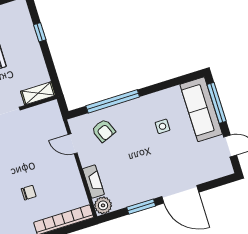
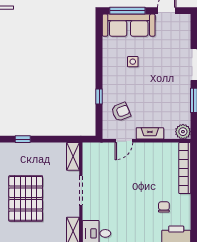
window: (113, 101) -> (99, 97), width x0.32
fireplace: (93, 182) -> (150, 133), moved
chair: (29, 193) -> (164, 207), moved

